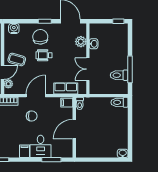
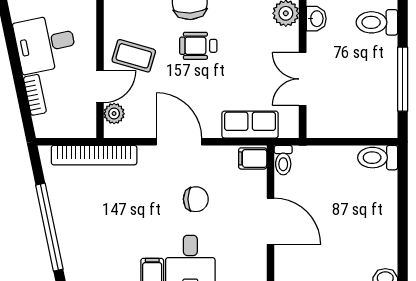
toilet: (119, 75) -> (377, 22), moved
door: (36, 96) -> (179, 142), hinge flipped
chair: (32, 116) -> (196, 199), moved
door: (74, 129) -> (270, 221), swing flipped

